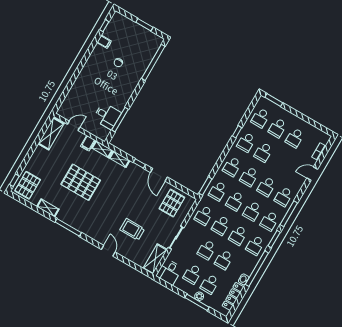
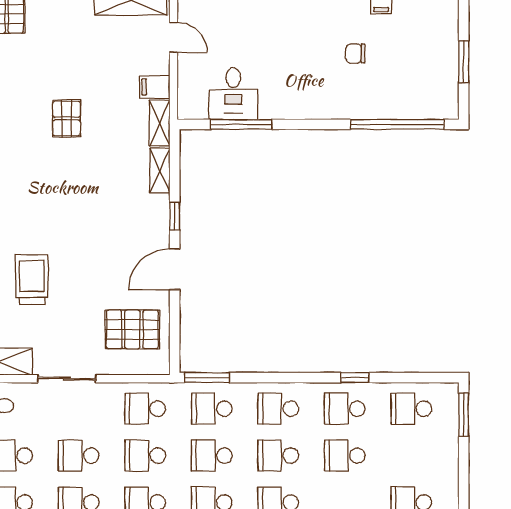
school desk: (278, 128) -> (411, 456), removed
pallet: (81, 182) -> (67, 119), width x0.49, depth x0.50

